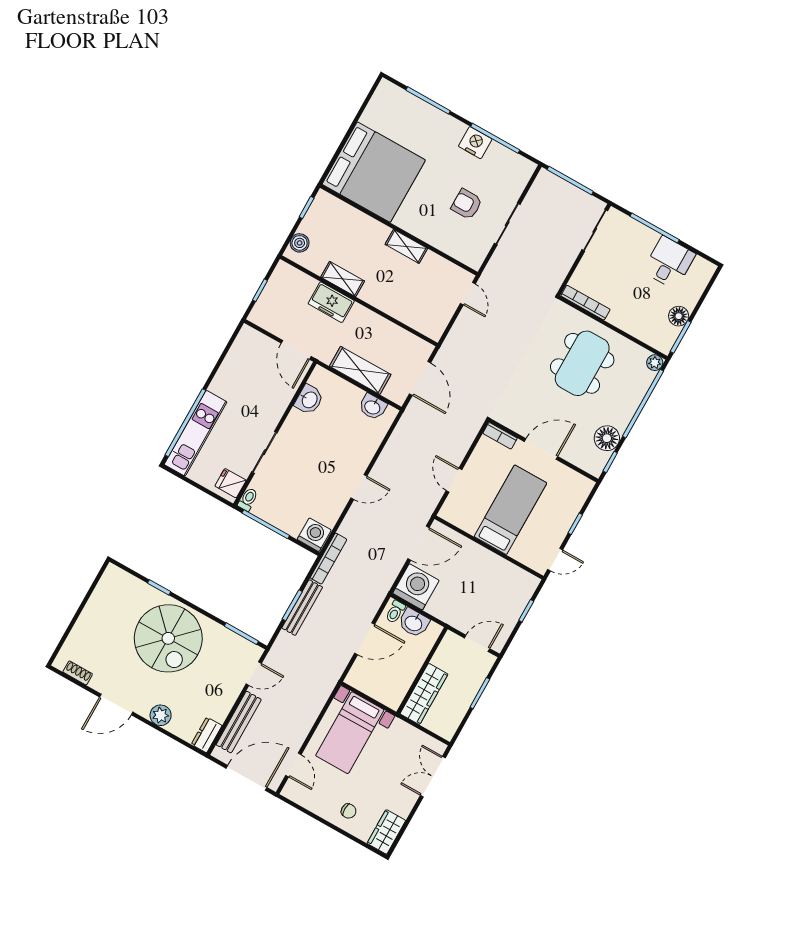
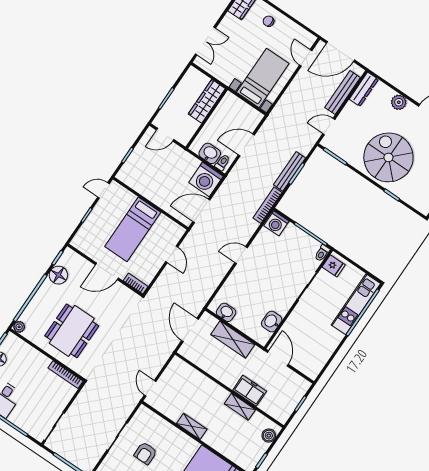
armchair: (467, 204) -> (145, 453), turned 90
dresser: (207, 735) -> (364, 89), width x1.44

